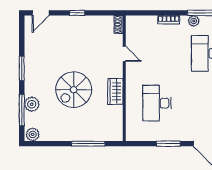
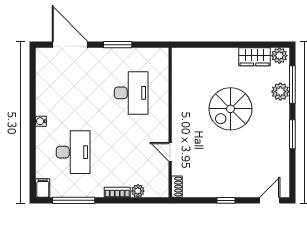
plant: (194, 21) -> (138, 191), moved
spiral stairs: (74, 90) -> (230, 109), turned 180
wardrobe: (115, 91) -> (255, 57), moved, turned 90
window: (88, 144) -> (213, 45), removed

